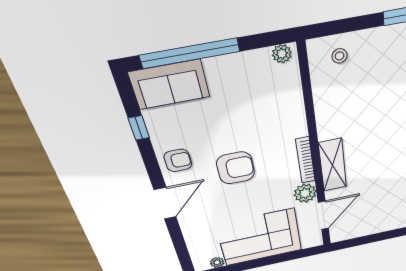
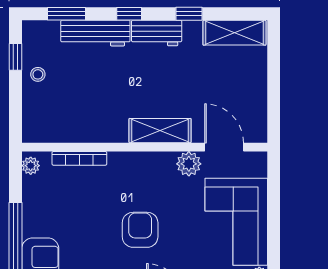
stool: (340, 56) -> (38, 74), moved
bookcase: (305, 160) -> (79, 158), moved

